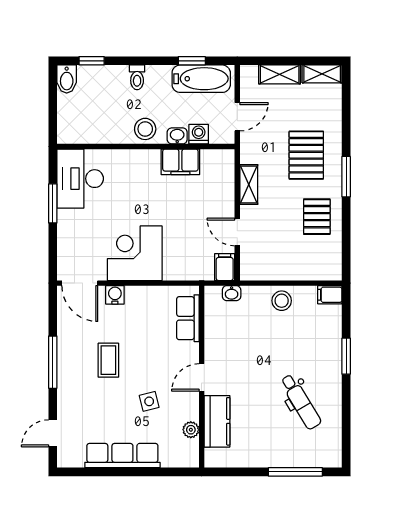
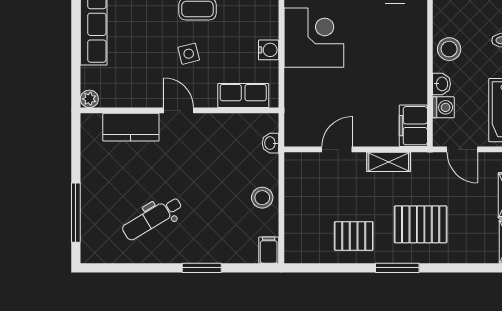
filing cabinet: (180, 162) -> (413, 126), moved
filing cabinet: (225, 267) -> (299, 136), removed
water cooler: (115, 295) -> (269, 50), moved
side table: (149, 401) -> (189, 54), moved
plant: (191, 430) -> (89, 99), moved

